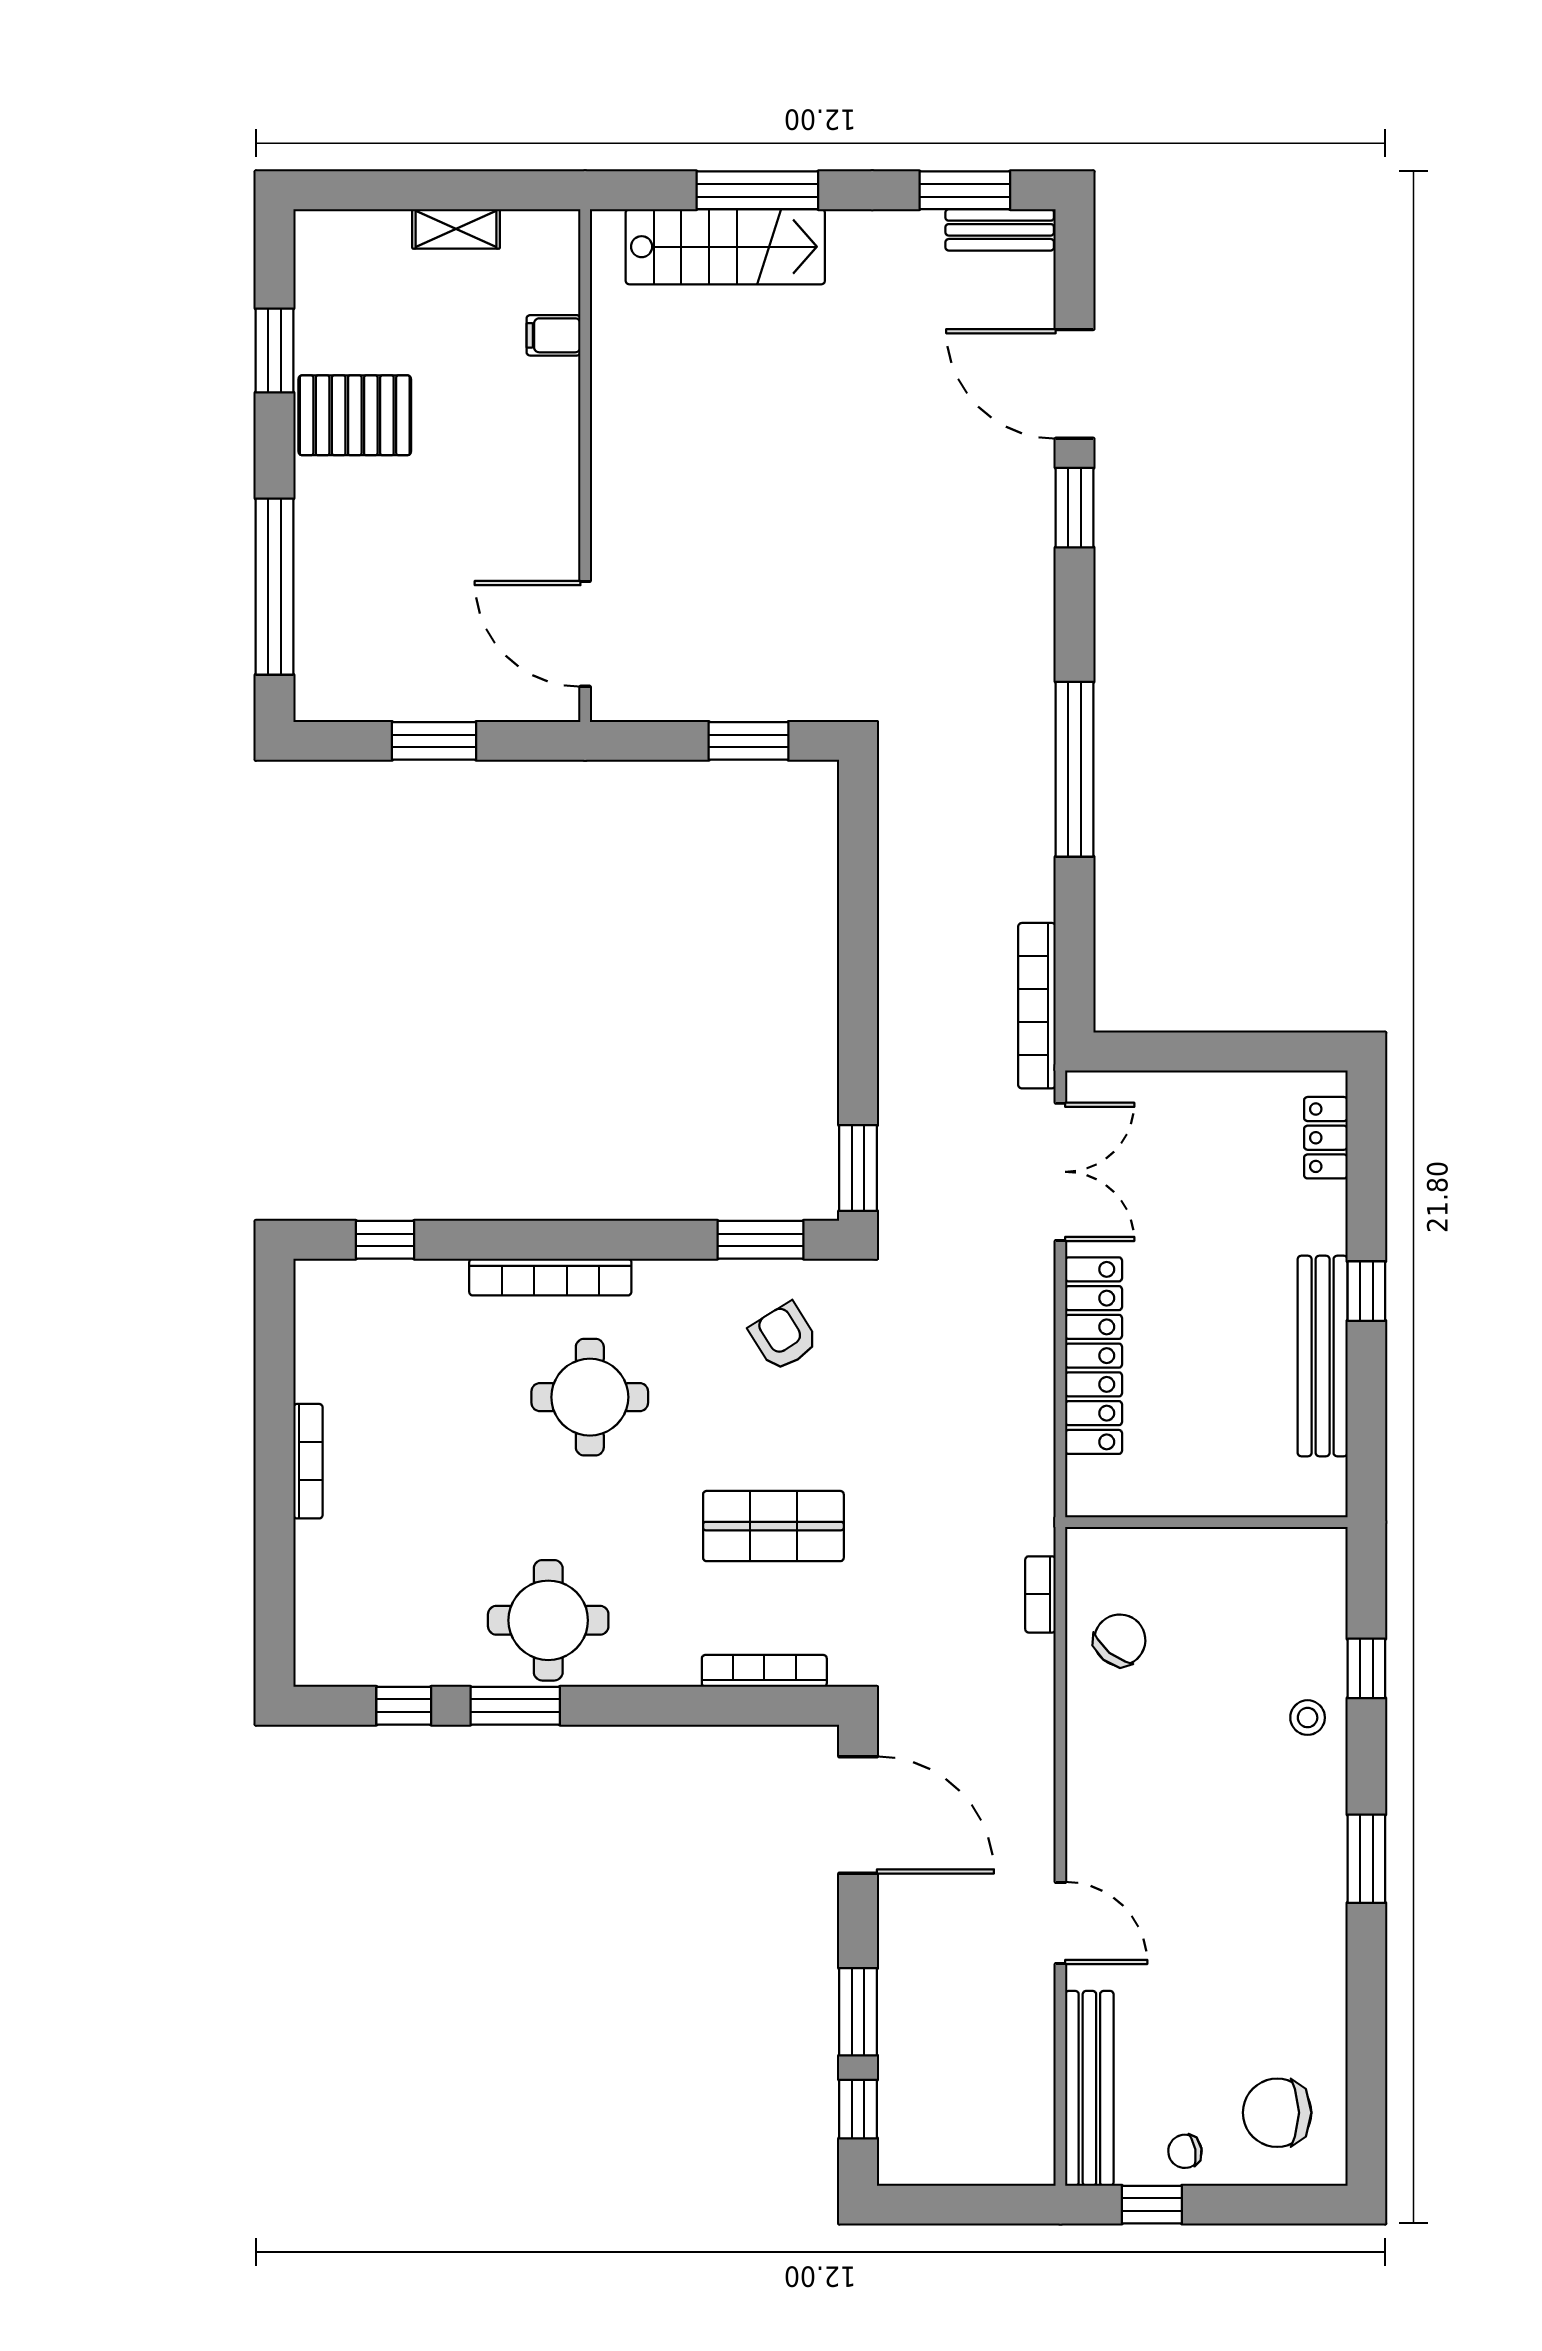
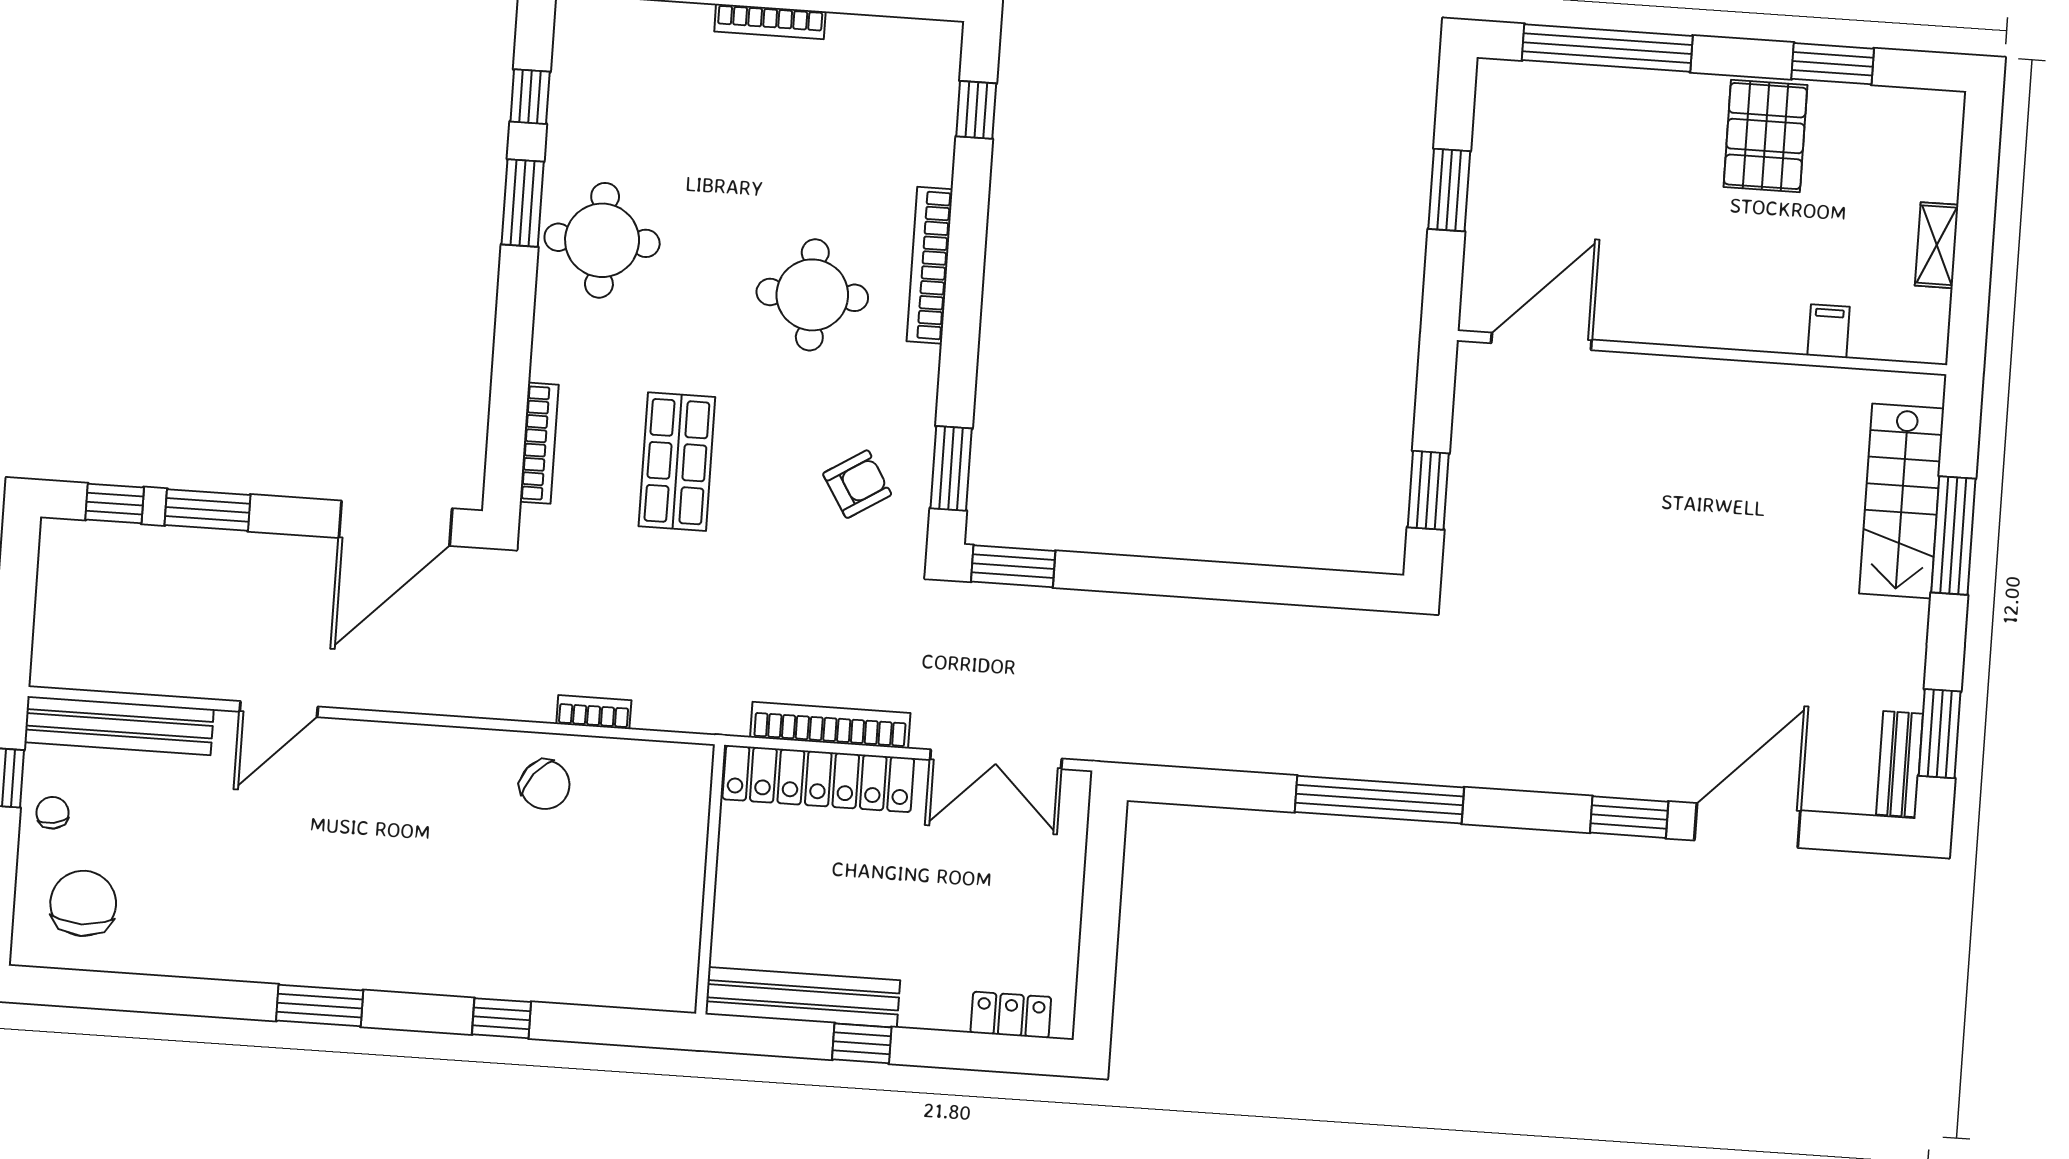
bookcase: (1037, 1006) -> (830, 725), moved
wall: (1206, 1522) -> (710, 879), moved
stool: (1308, 1718) -> (458, 959), removed

